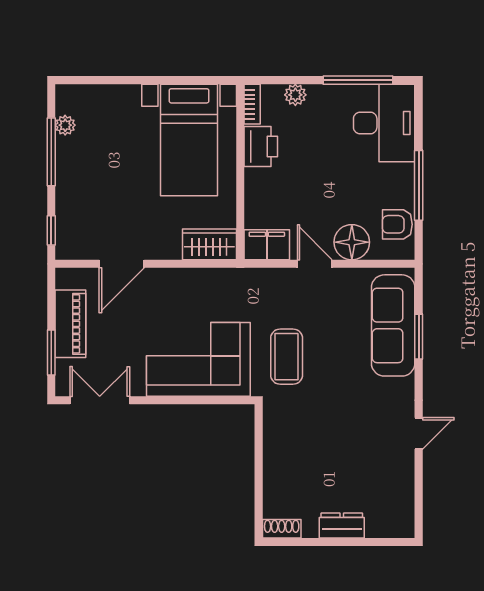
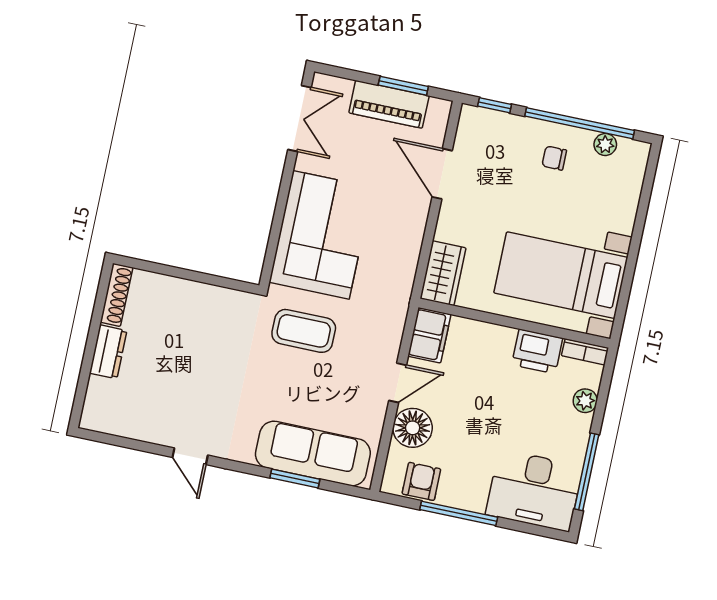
window: (51, 152) -> (580, 123), width x1.46
chair: (87, 168) -> (554, 158), added
window: (51, 352) -> (403, 86), moved
shoe rack: (282, 529) -> (117, 295), width x1.43

